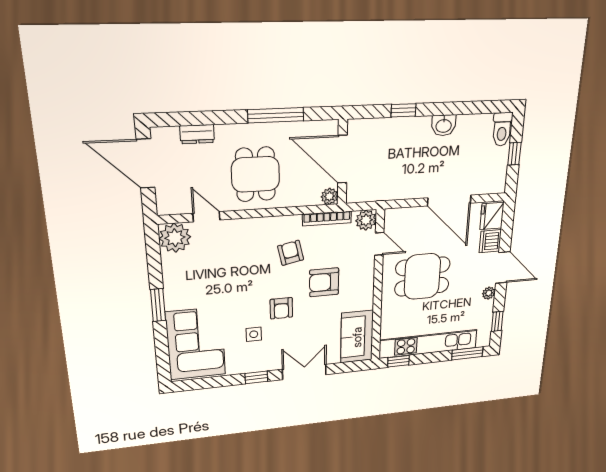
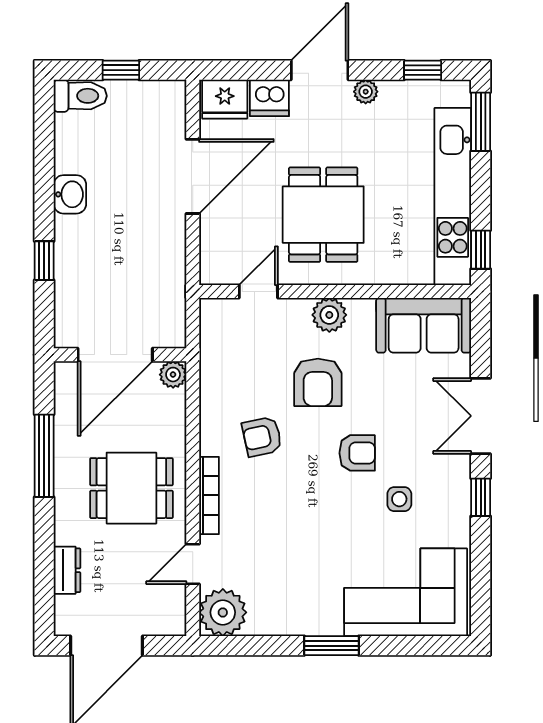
bookcase: (327, 219) -> (209, 495), moved
plant: (366, 220) -> (329, 315), moved

